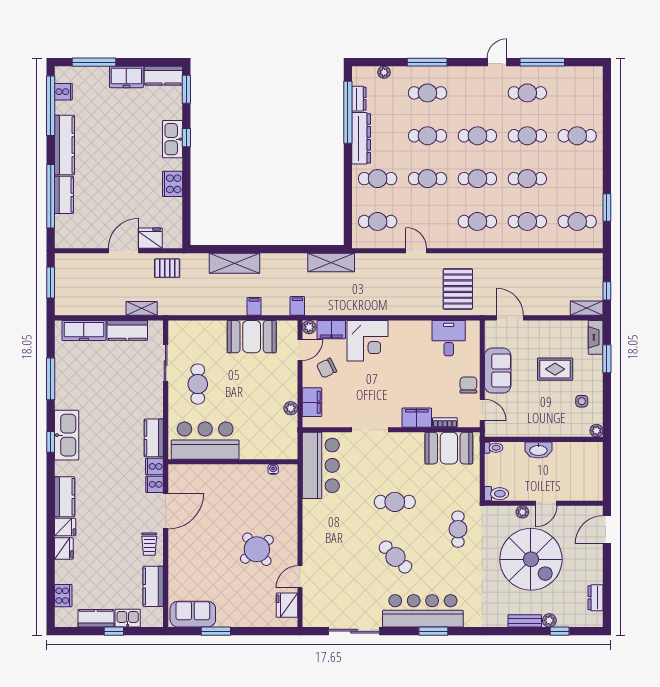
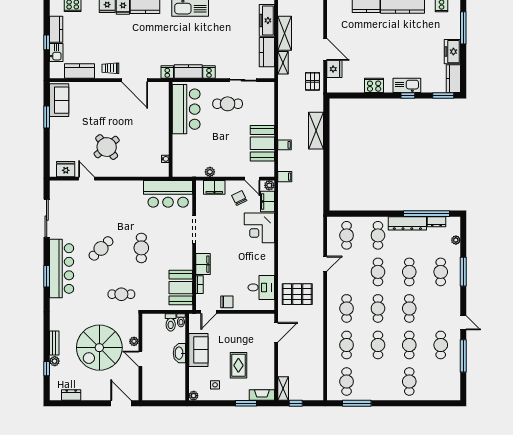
window: (607, 208) -> (357, 403), width x1.44
shelving: (331, 262) -> (285, 33), moved
sofa: (498, 371) -> (198, 350), moved, turned -90
cooker: (155, 484) -> (209, 72), moved
toilet: (497, 494) -> (171, 322), moved

